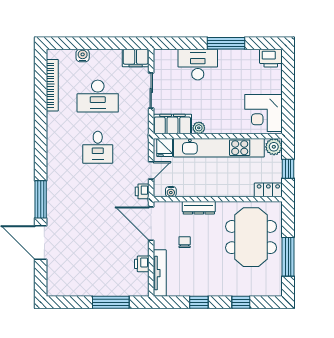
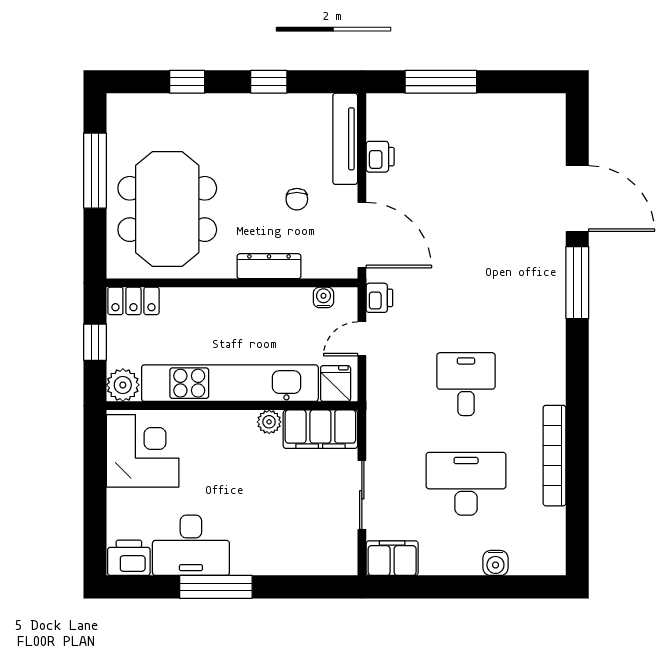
desk: (198, 65) -> (191, 545), moved
bookcase: (52, 85) -> (554, 456), moved

